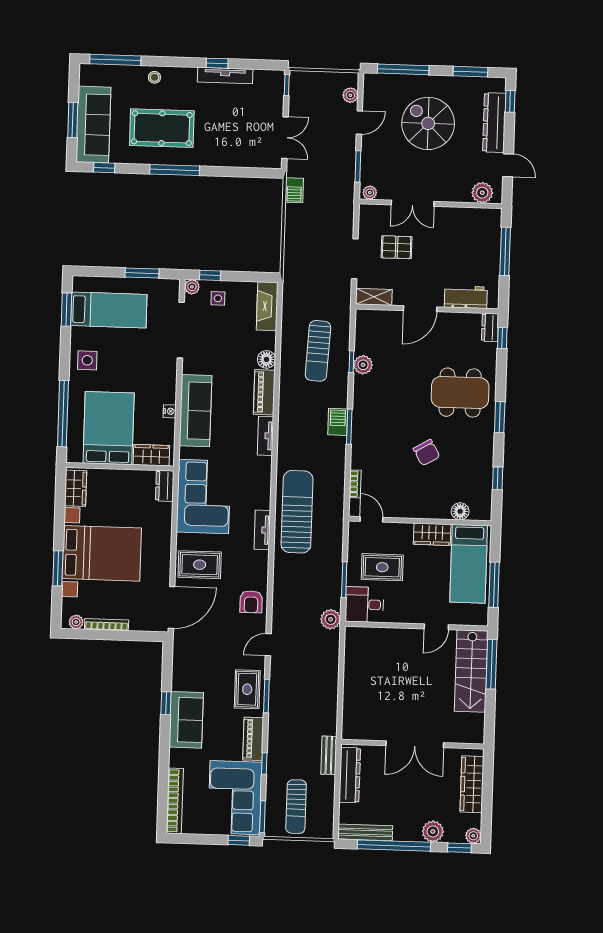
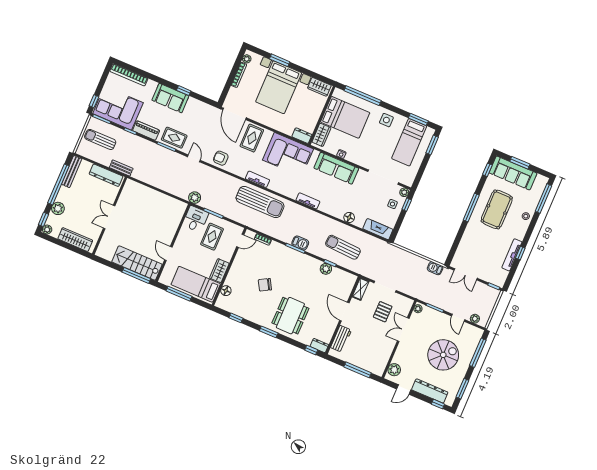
window: (142, 273) -> (432, 145), moved
piano: (264, 392) -> (332, 209), removed
double door: (415, 744) -> (109, 217), width x0.73

